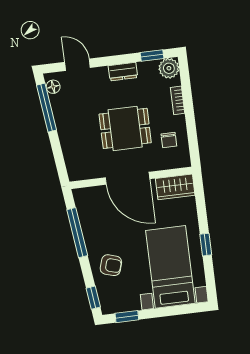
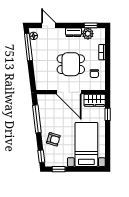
plant: (169, 68) -> (88, 34), moved
window: (206, 245) -> (108, 114), moved

